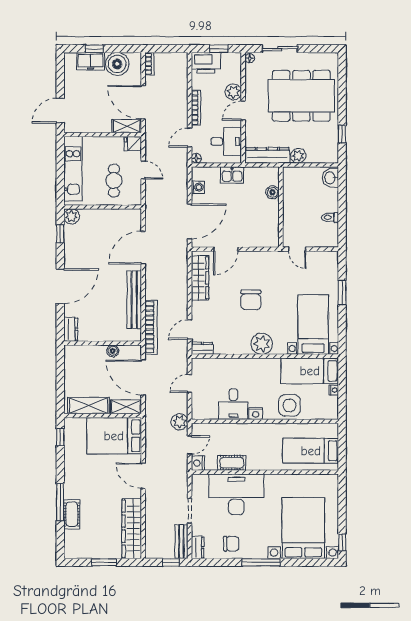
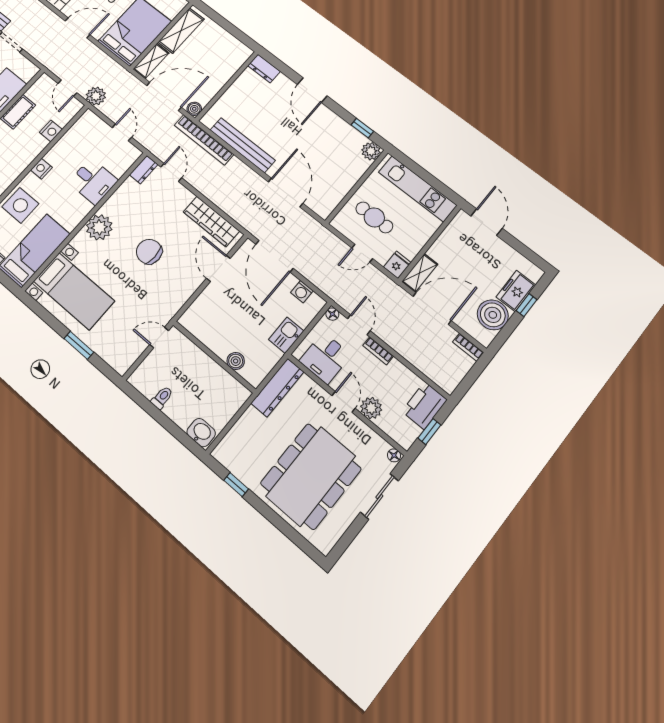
bookcase: (196, 108) -> (378, 351), width x0.64
plant: (298, 156) -> (251, 419), removed
door: (60, 286) -> (312, 90), width x0.73
boiler: (113, 351) -> (194, 109), moved
desk: (233, 404) -> (93, 181), moved, turned 180
nightstand: (198, 463) -> (51, 131), moved, turned 90

